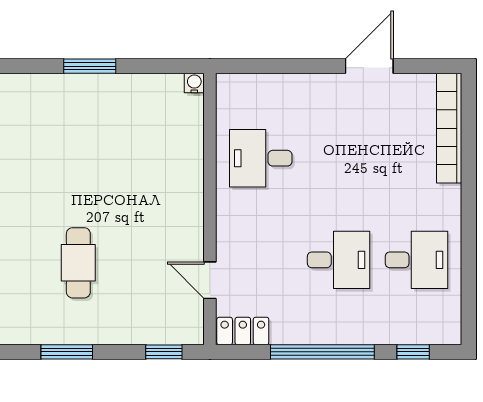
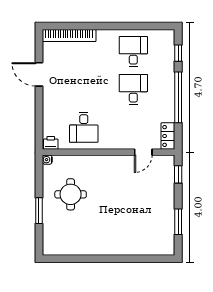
printer: (229, 90) -> (51, 143), added
round table: (123, 131) -> (71, 194), added
cafe table: (78, 263) -> (135, 216), removed

